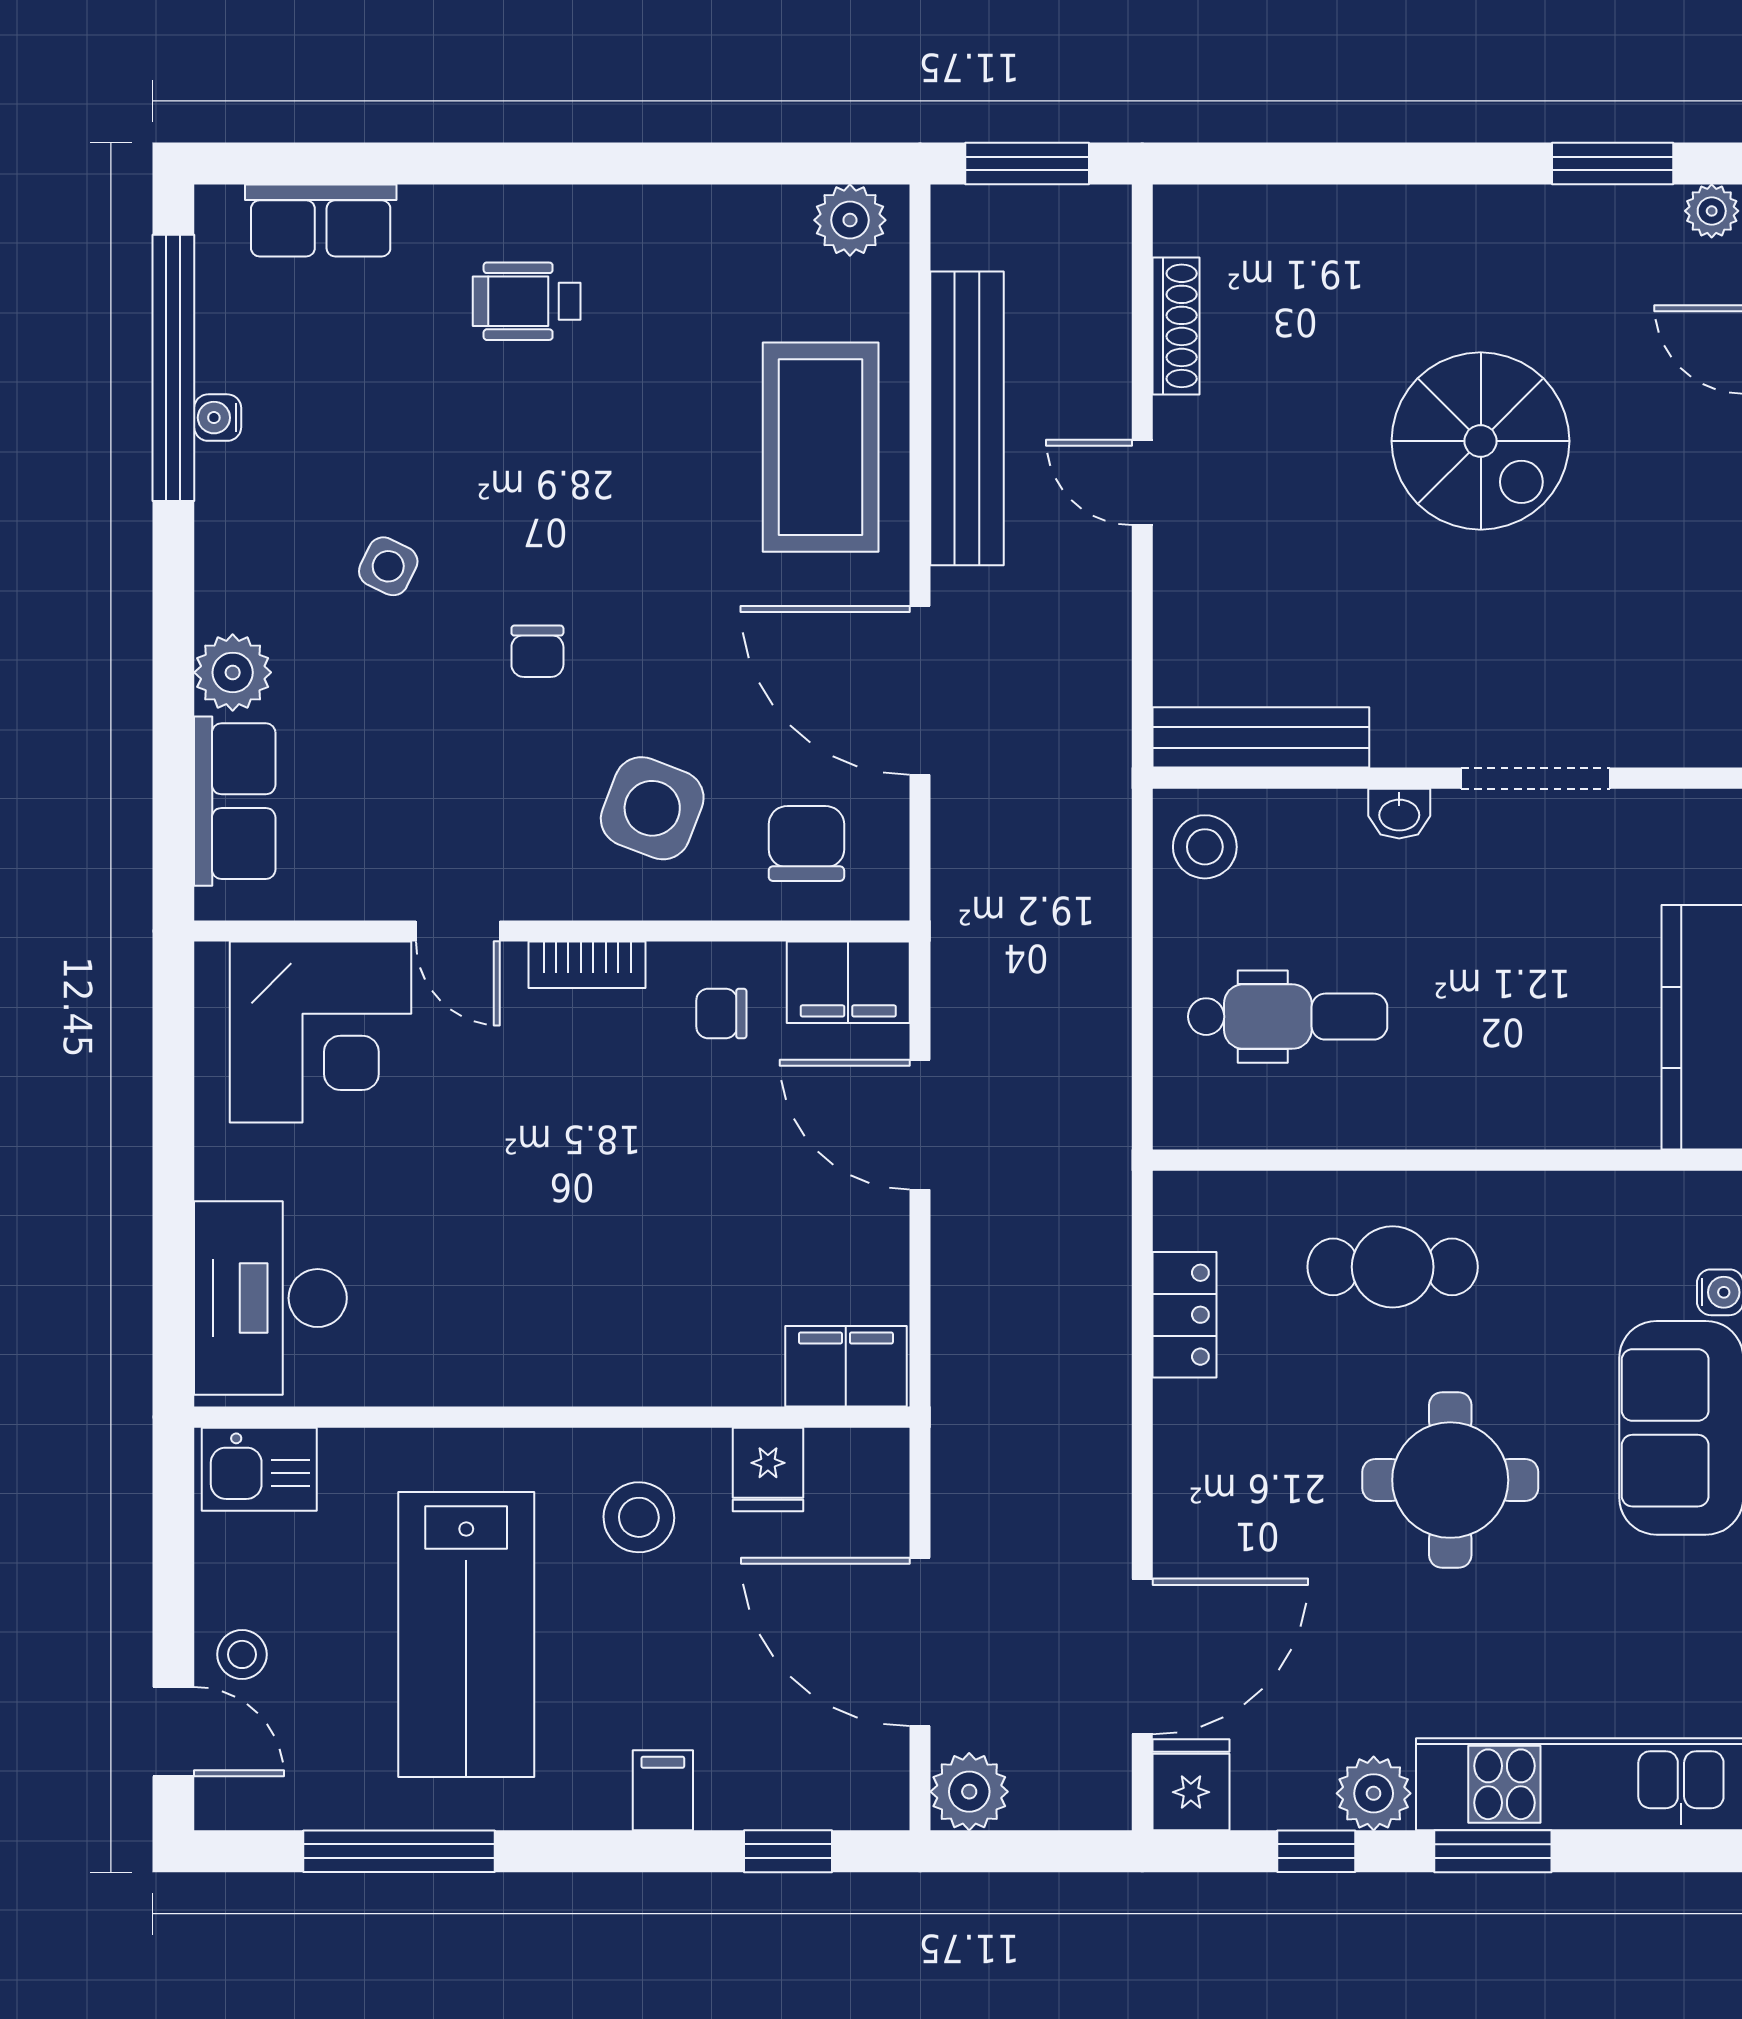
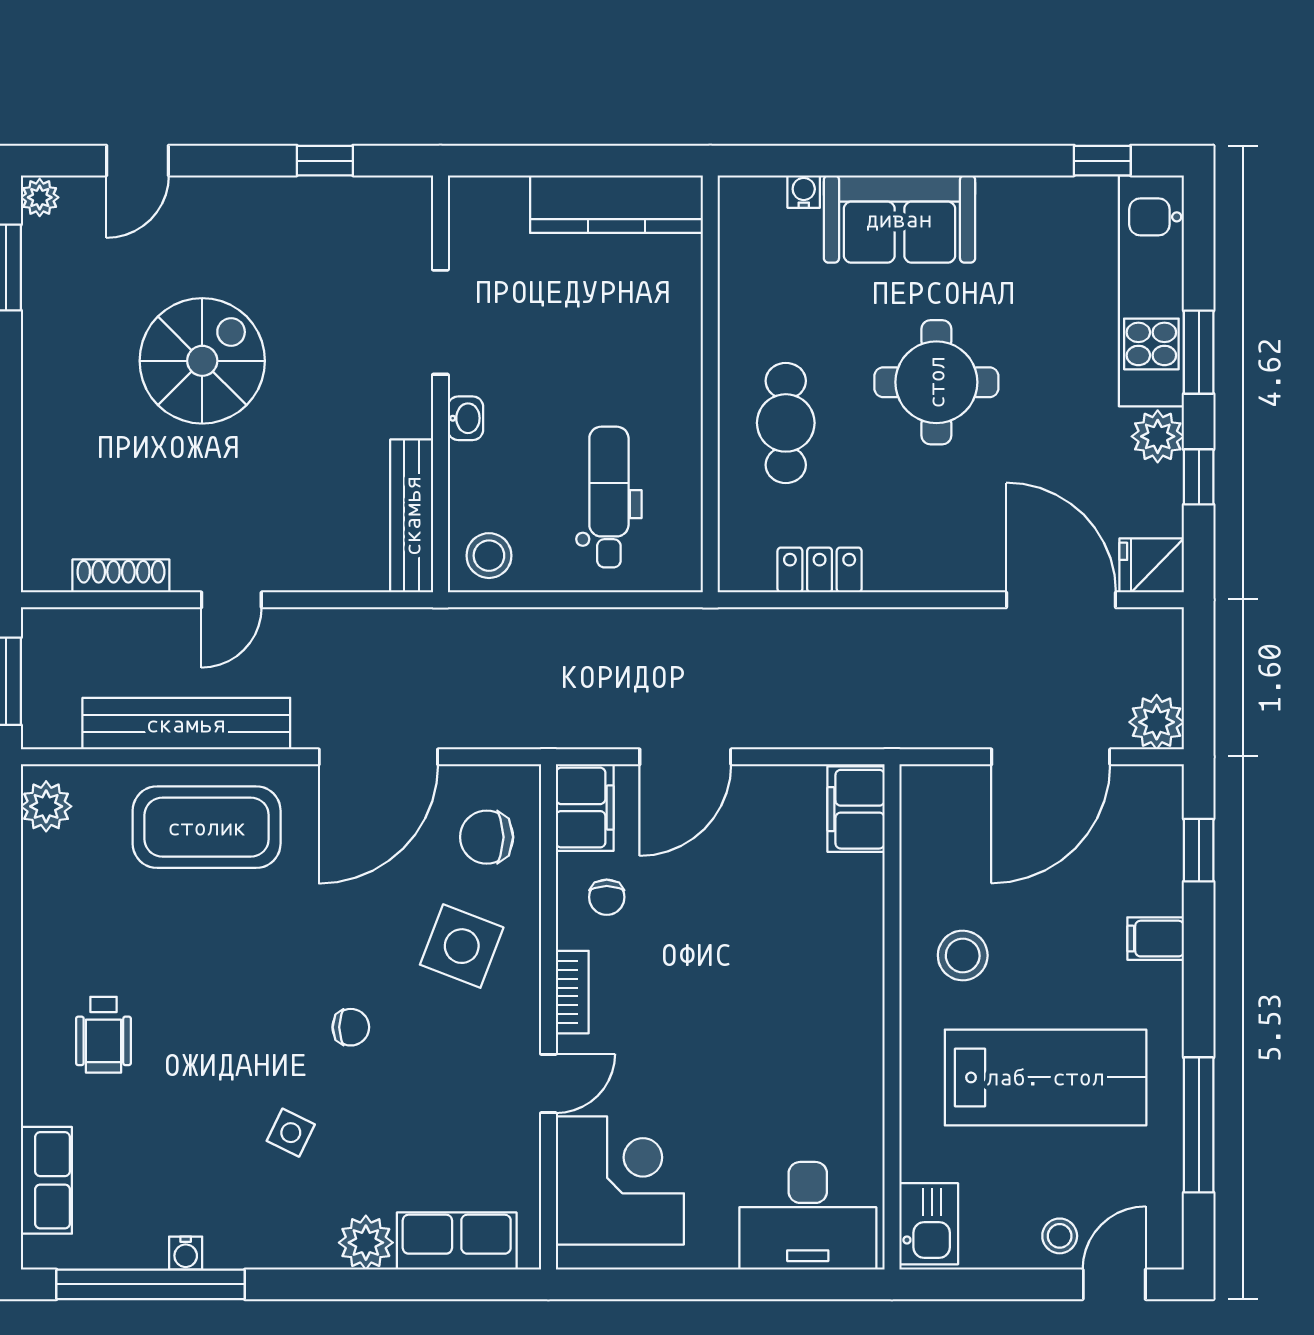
fridge: (768, 1469) -> (929, 864), removed

